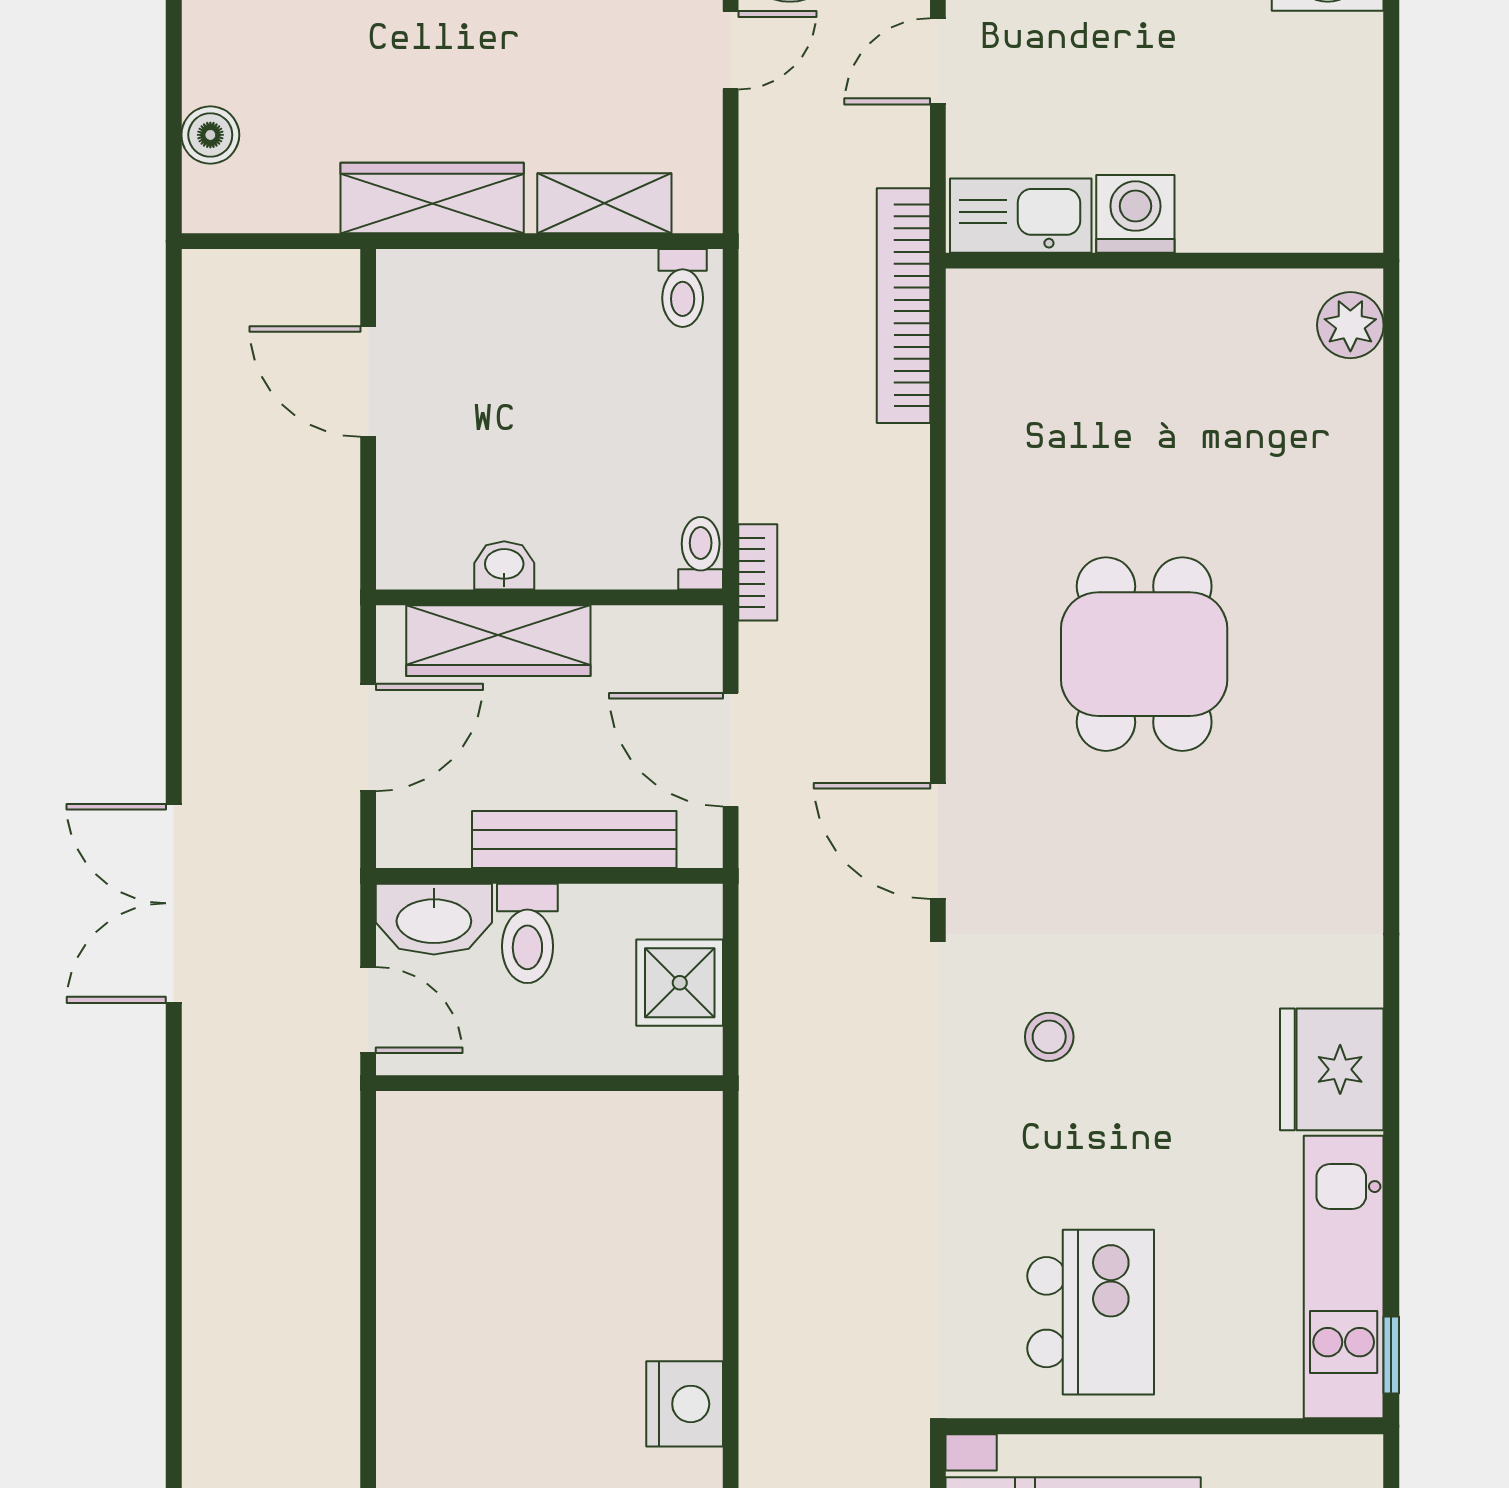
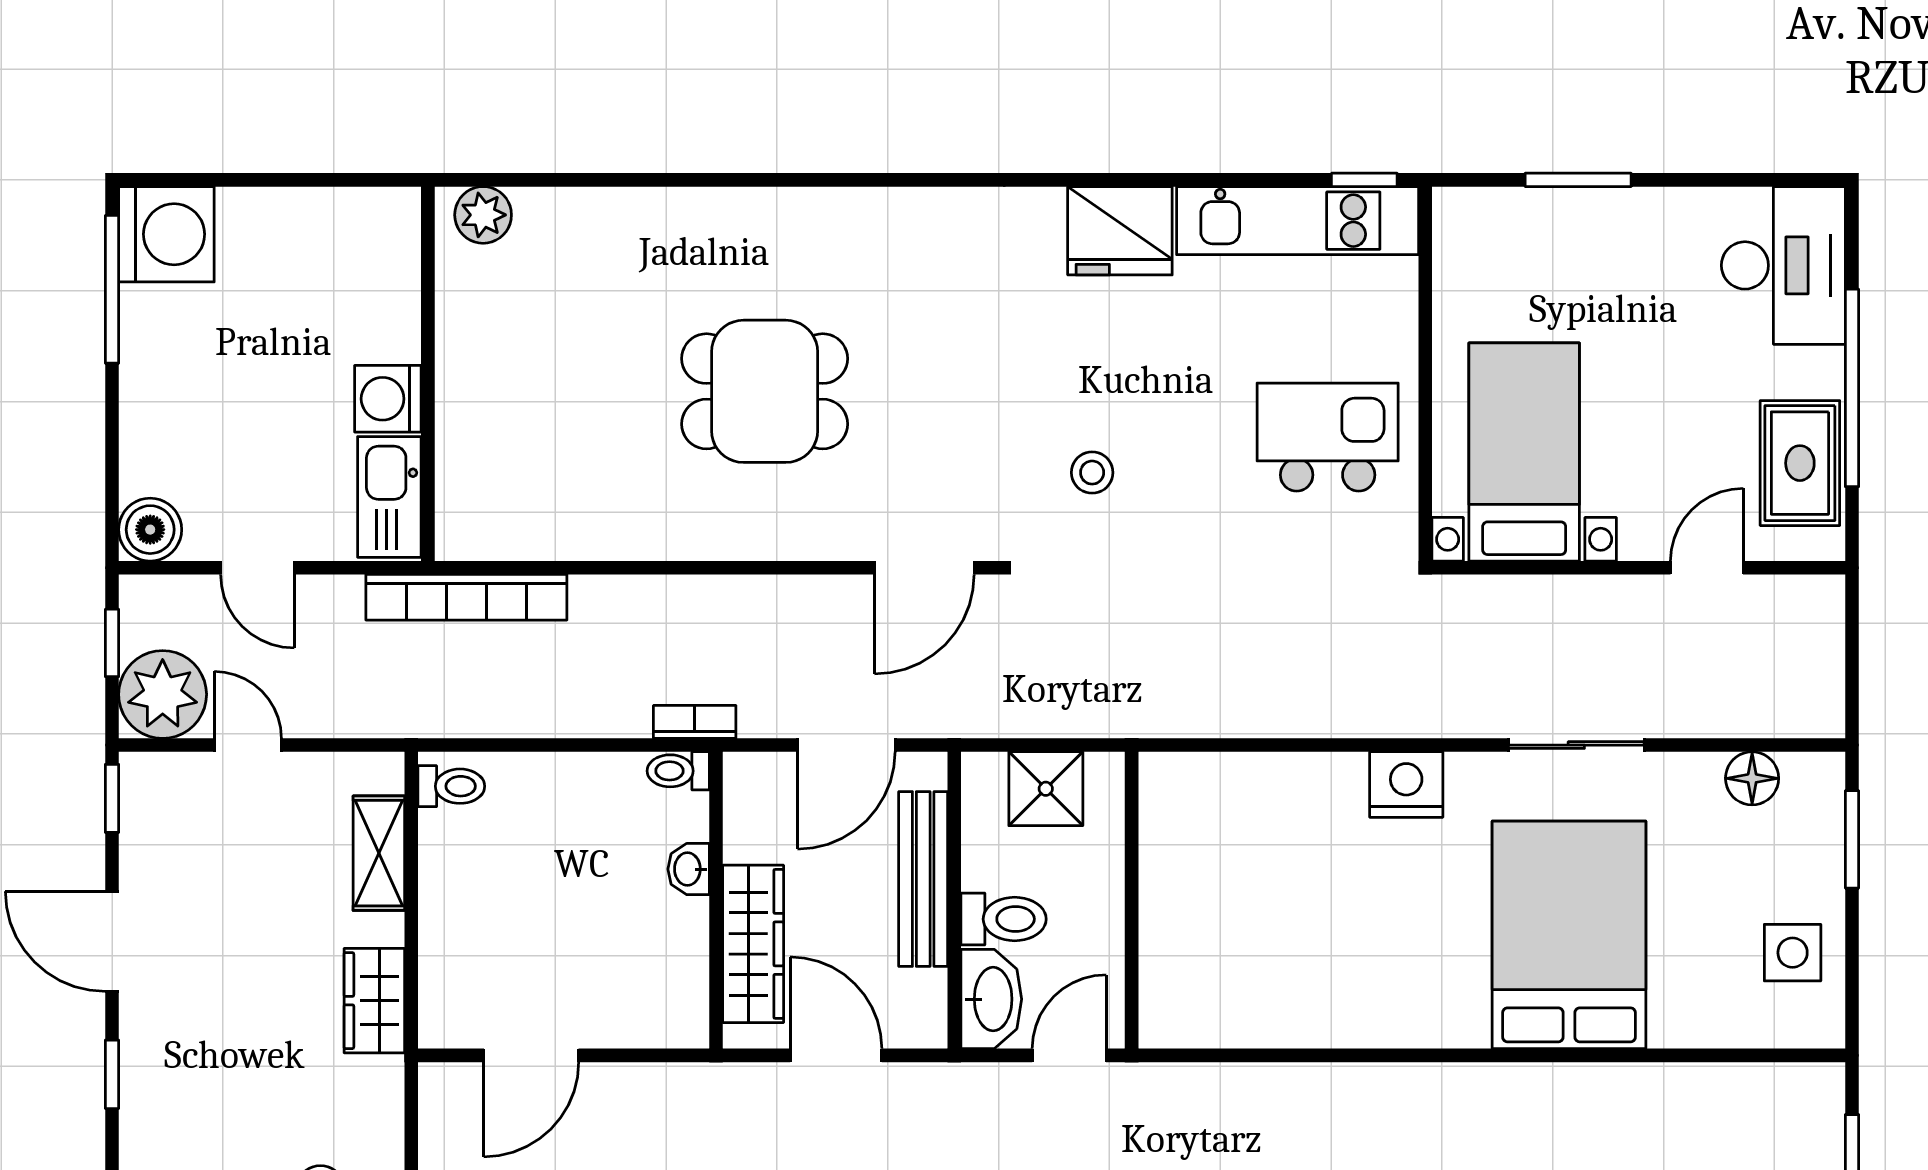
wardrobe: (432, 198) -> (374, 1001), width x0.67
washbasin: (504, 565) -> (689, 869), moved

